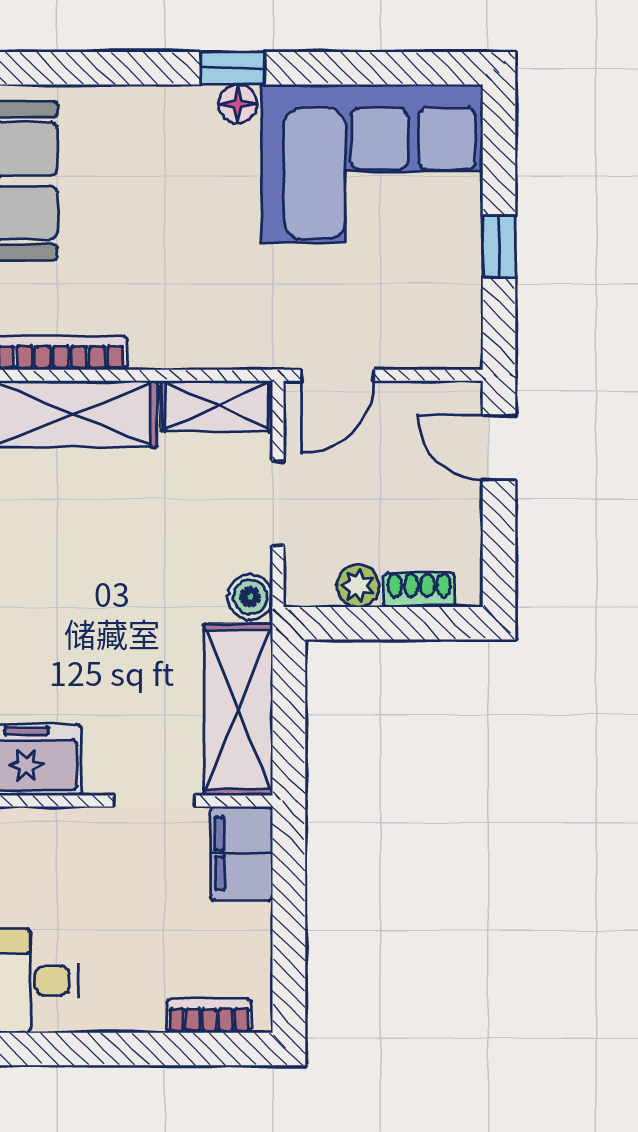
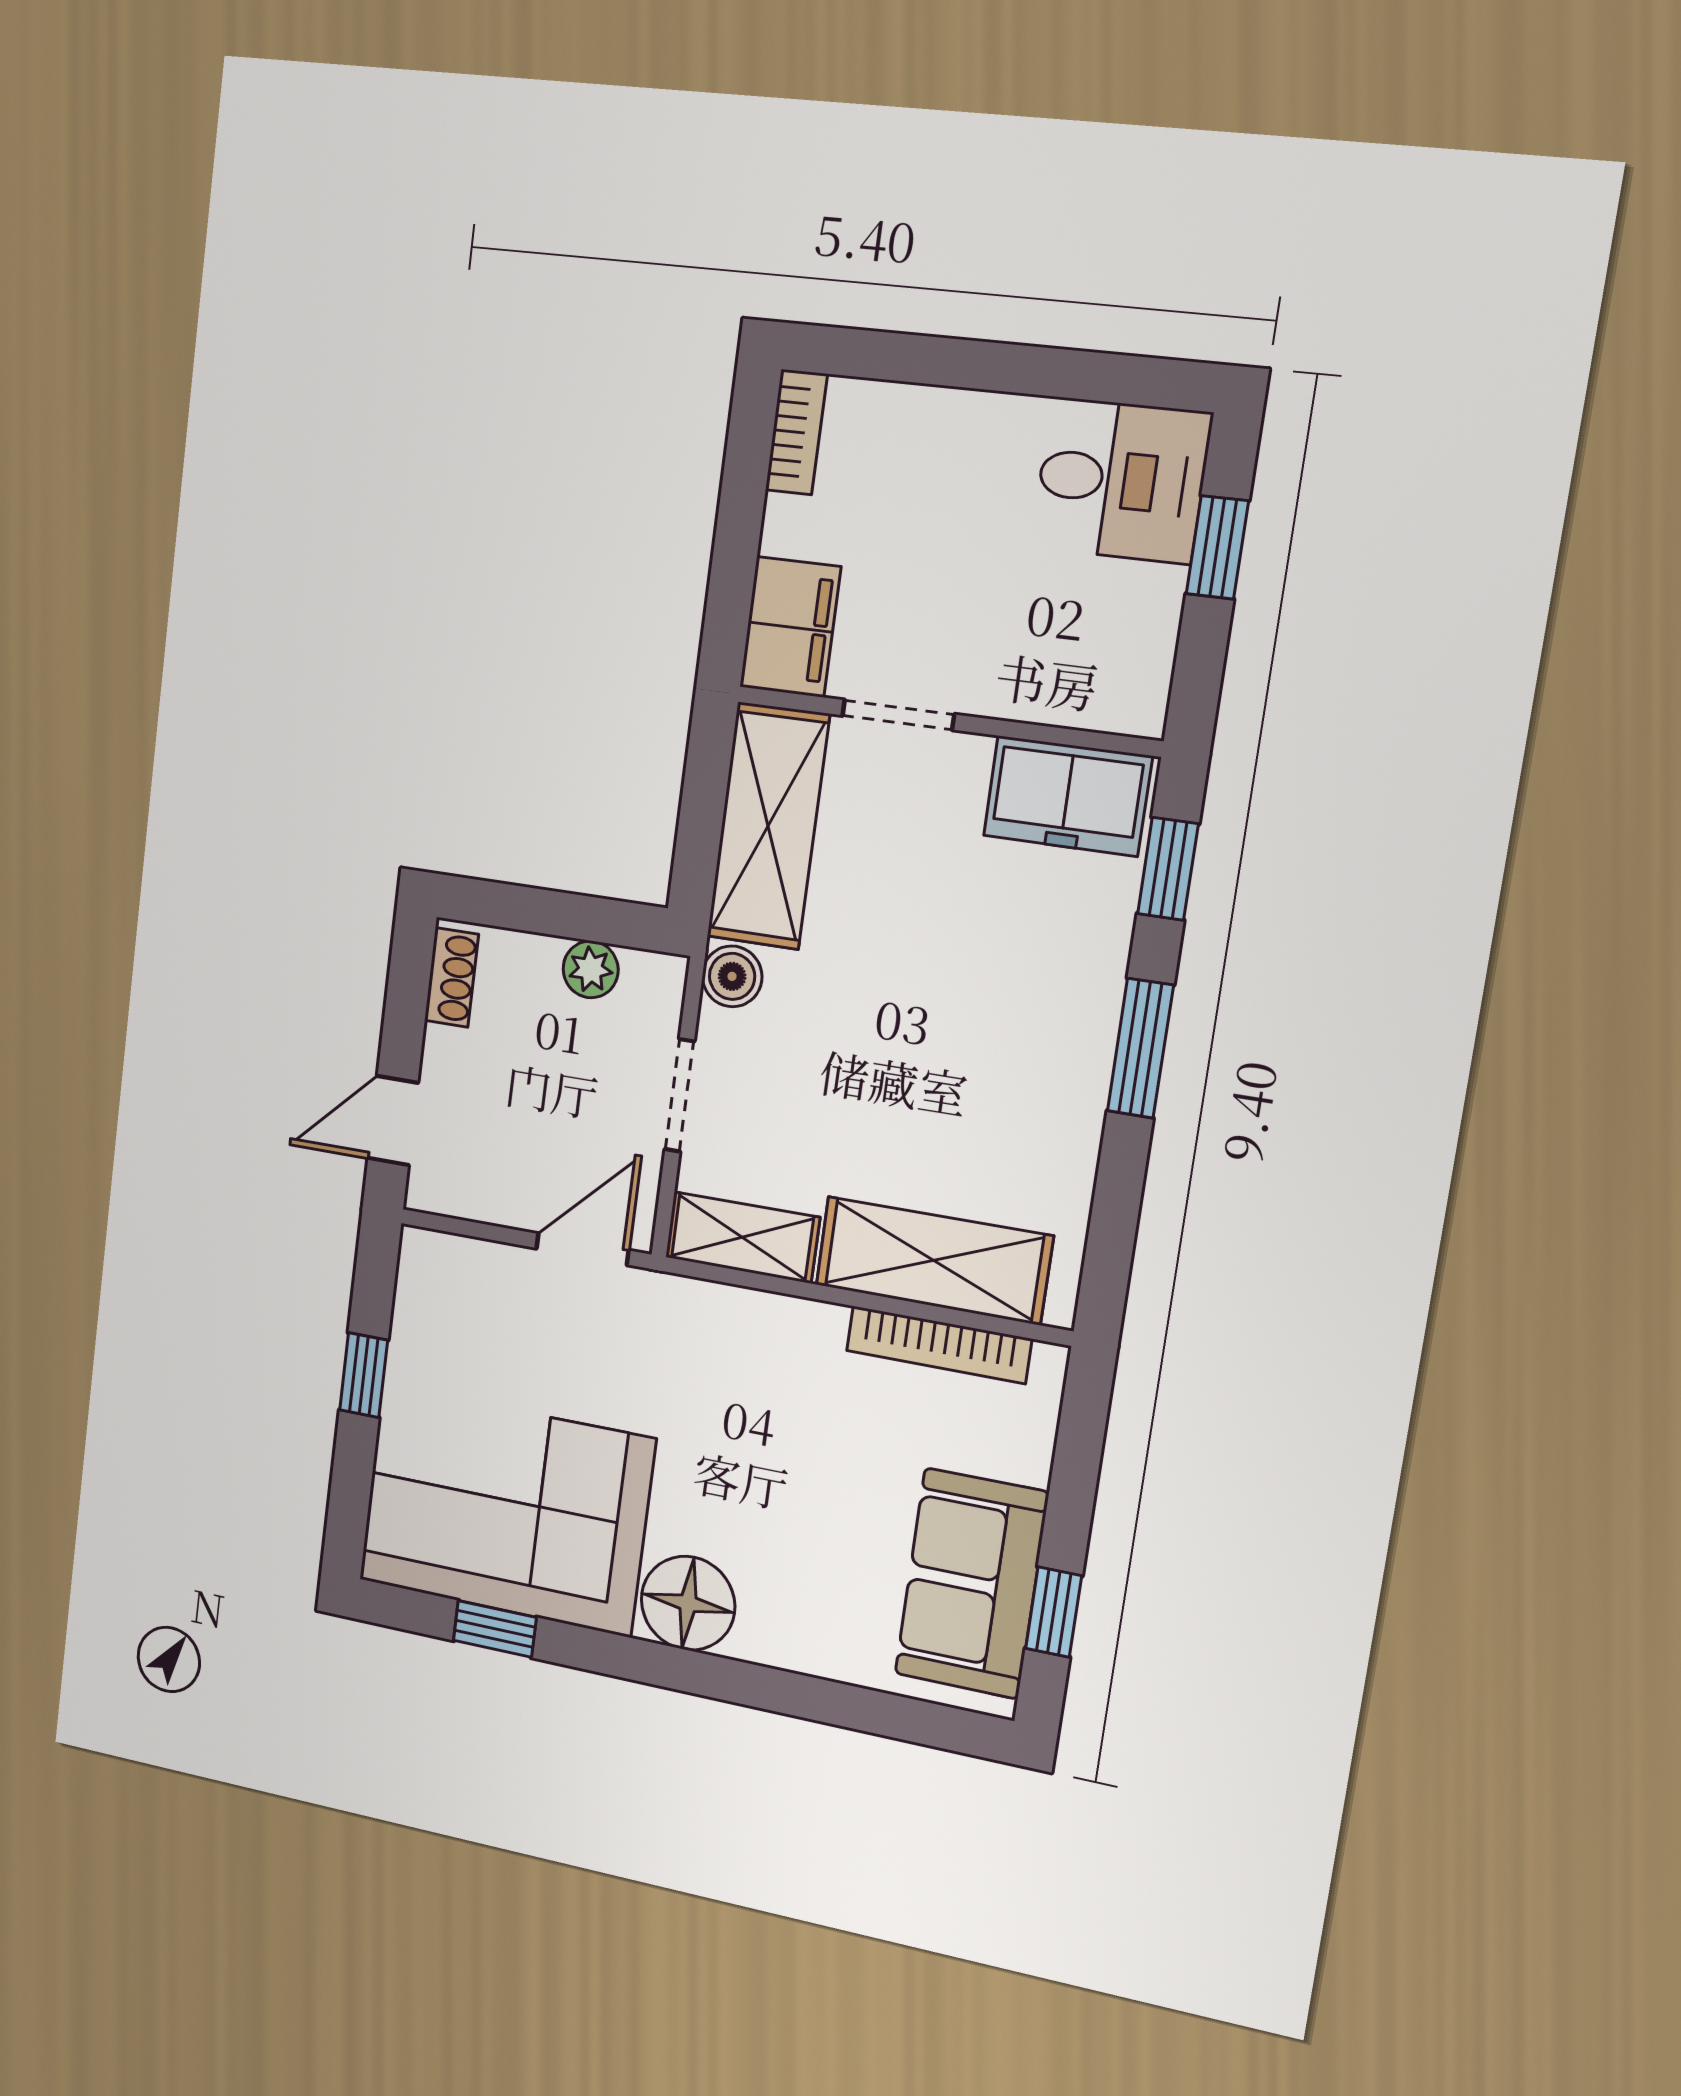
window: (233, 68) -> (495, 1629), moved
floor lamp: (238, 104) -> (688, 1603), width x1.89, depth x1.89
door: (499, 448) -> (393, 1121), swing flipped
shoe rack: (419, 590) -> (451, 977), moved, turned -90
bookcase: (209, 1016) -> (796, 432), moved, turned -90

